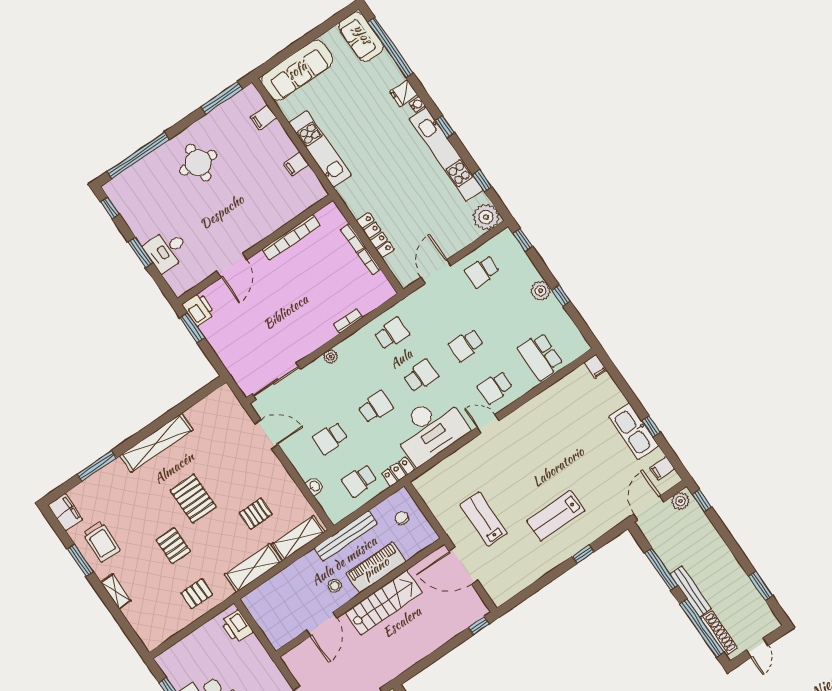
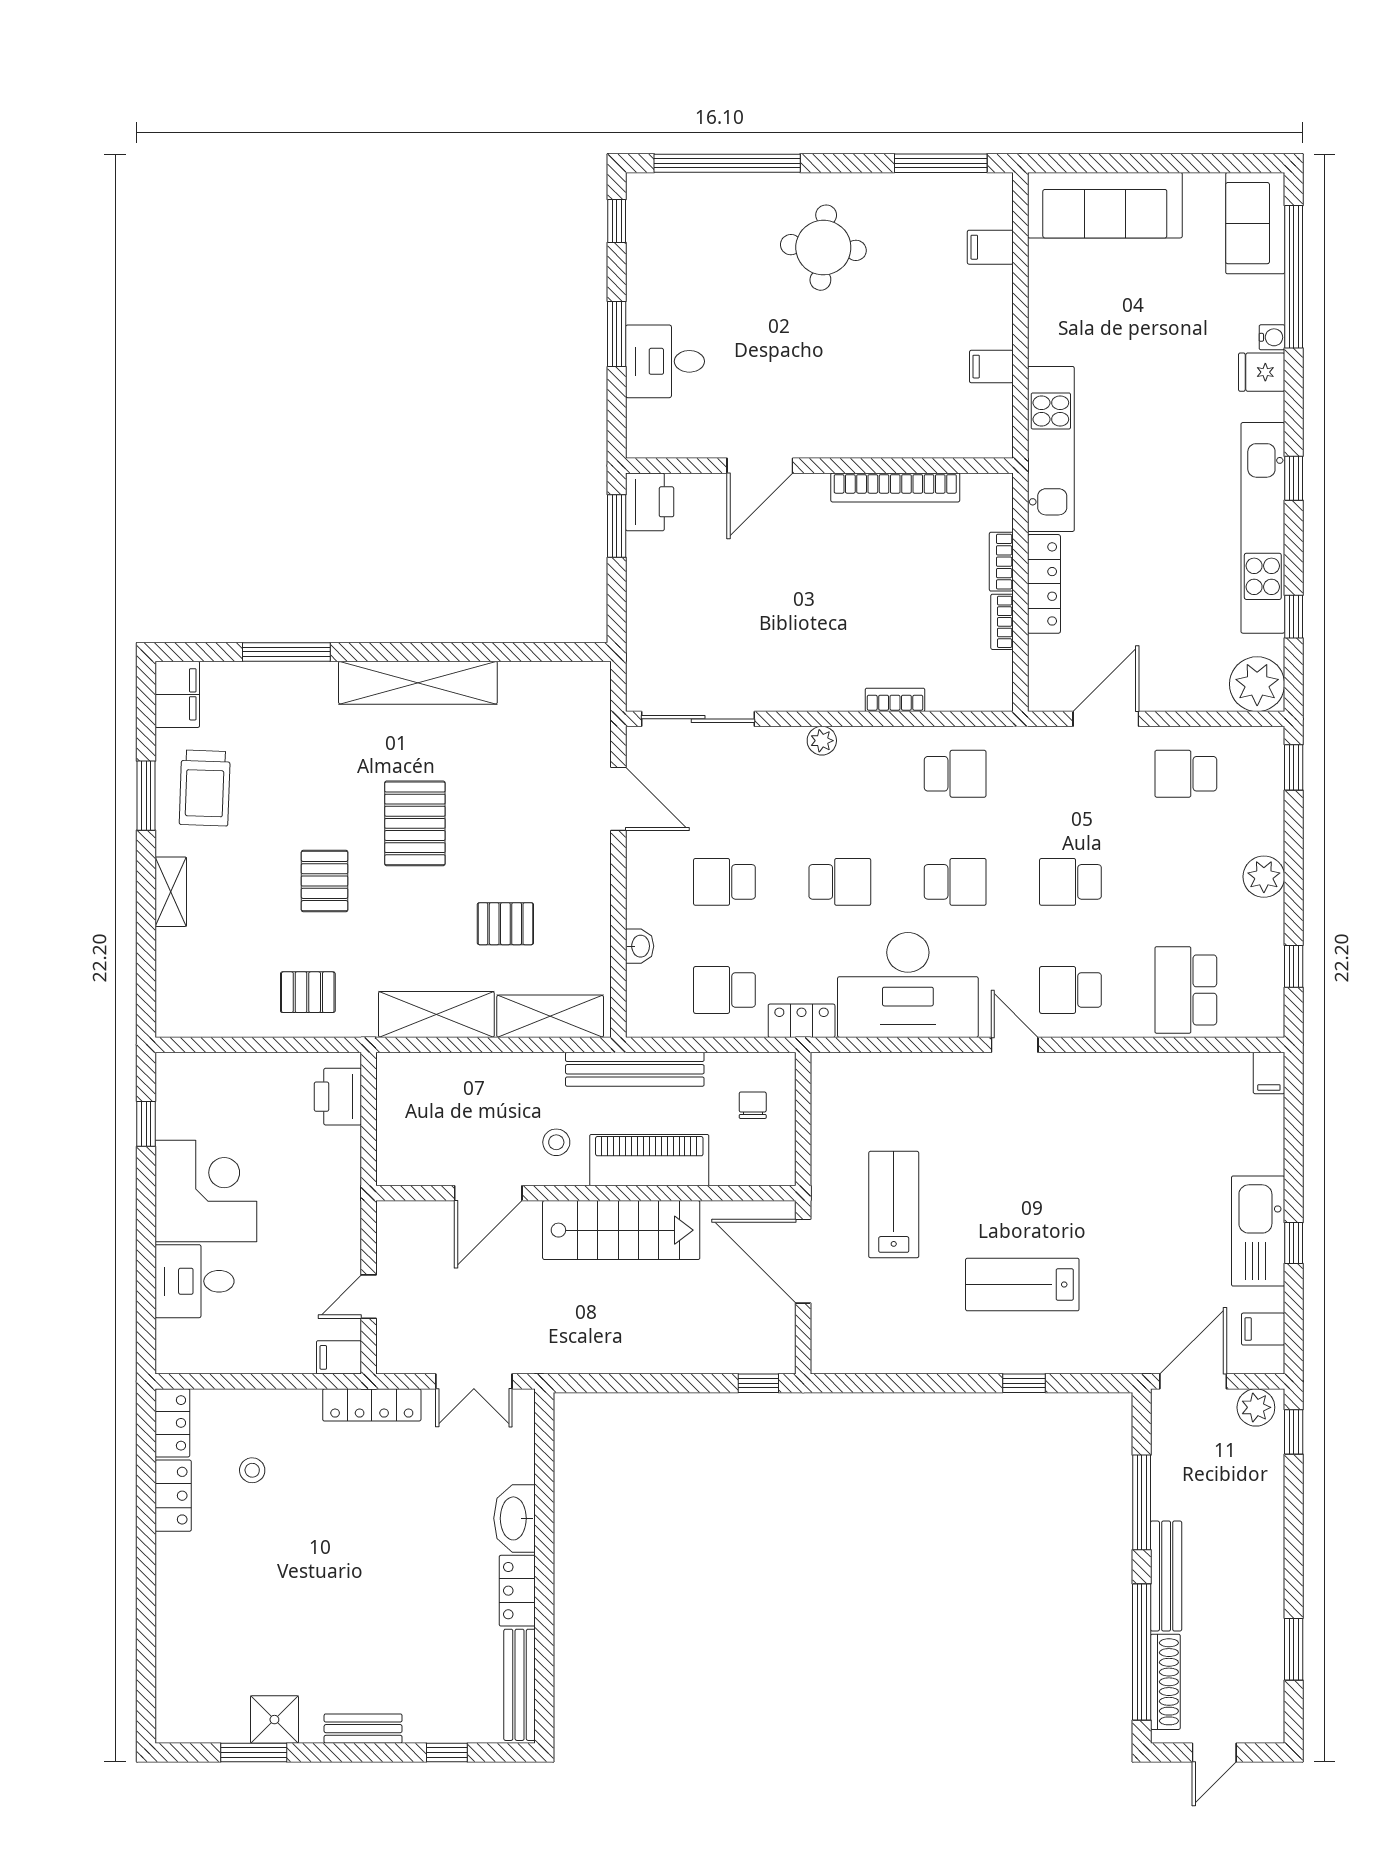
water cooler: (417, 104) -> (1272, 337), moved
kitchen unit: (320, 149) -> (1051, 449), moved
window: (561, 296) -> (1294, 966), moved

